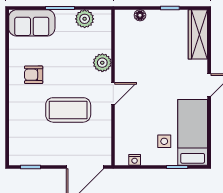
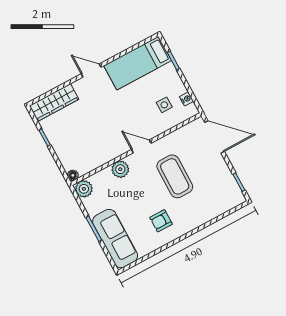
floor lamp: (140, 15) -> (73, 175), moved
plant: (85, 19) -> (84, 189), moved
sofa: (32, 23) -> (115, 239), width x1.36
armchair: (34, 75) -> (161, 221), turned 90
side table: (164, 141) -> (164, 105), moved

